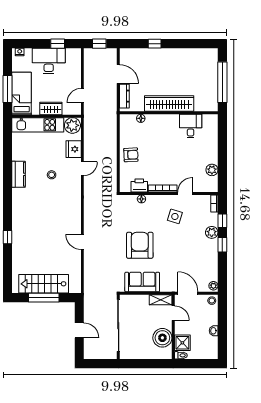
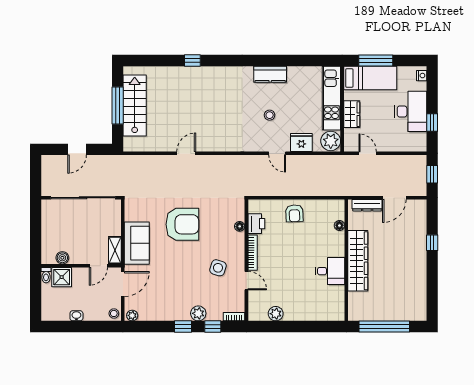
desk: (191, 126) -> (330, 271), moved
sofa: (142, 282) -> (137, 243), moved
boiler: (162, 338) -> (62, 258), width x0.54, depth x0.54

